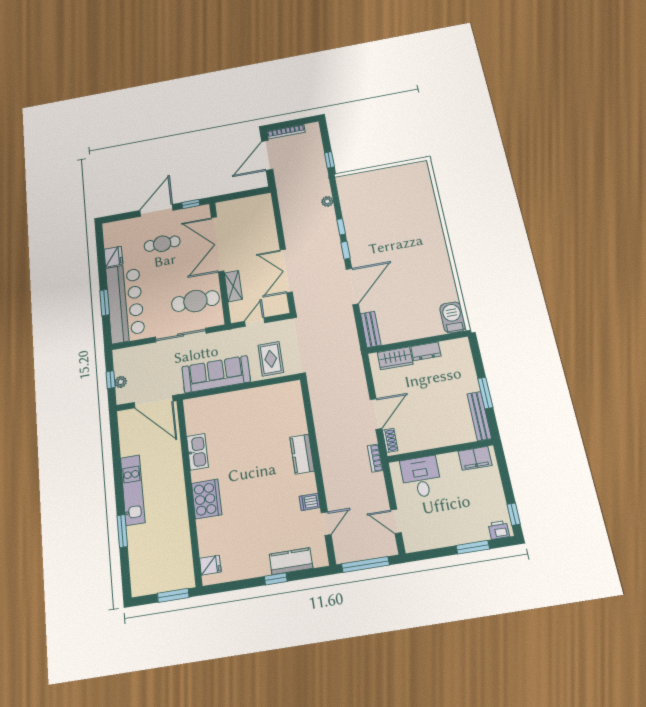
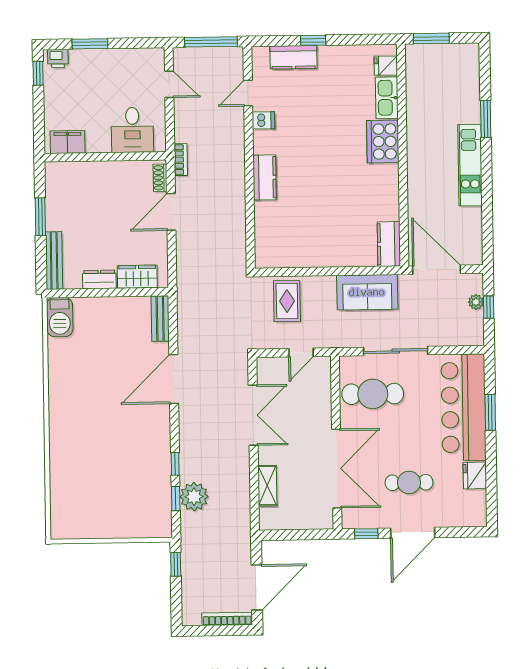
plant: (327, 201) -> (194, 497), width x1.88, depth x1.88
window: (346, 250) -> (176, 499), moved
shelving: (233, 286) -> (267, 486), moved
sofa: (216, 374) -> (367, 292), width x0.73
kitchen counter: (194, 416) -> (389, 244), added
bench: (479, 416) -> (54, 261), moved
kitchen sink: (197, 452) -> (387, 98), moved

